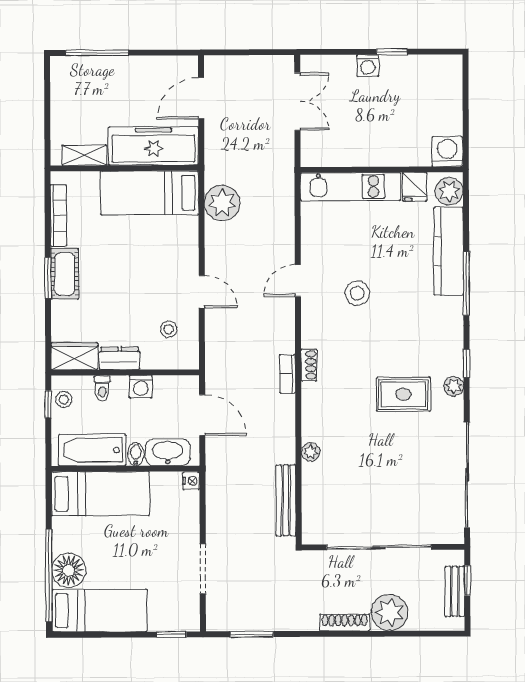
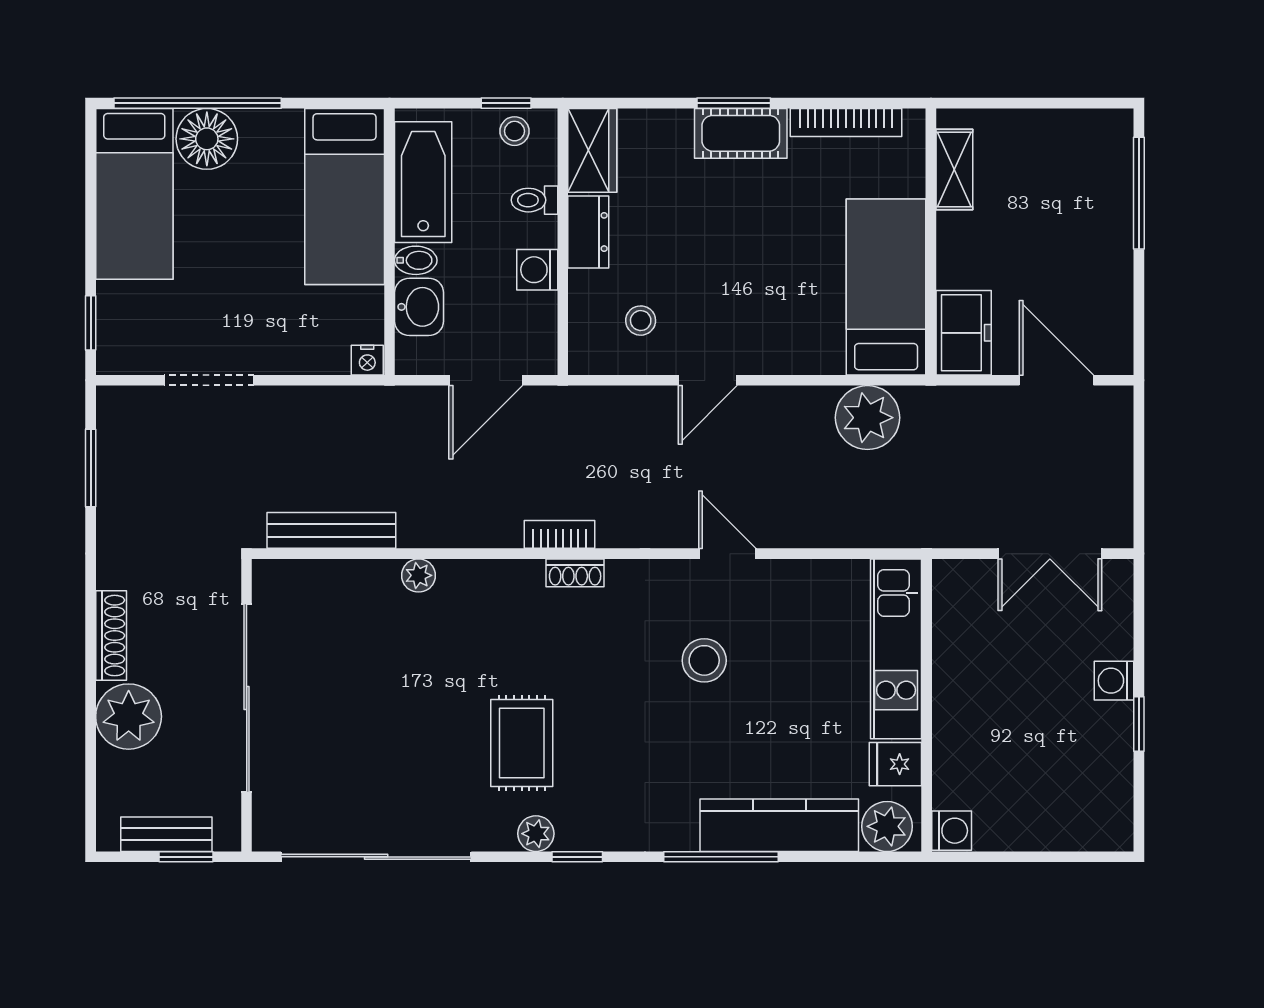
freezer: (154, 146) -> (964, 333), width x0.52, depth x0.79
washing machine: (447, 151) -> (952, 831), width x0.73, depth x0.73
washbasin: (168, 452) -> (419, 307), width x0.72

